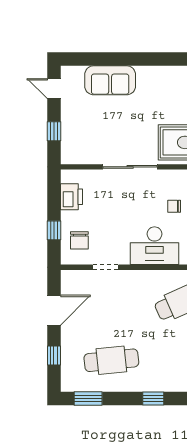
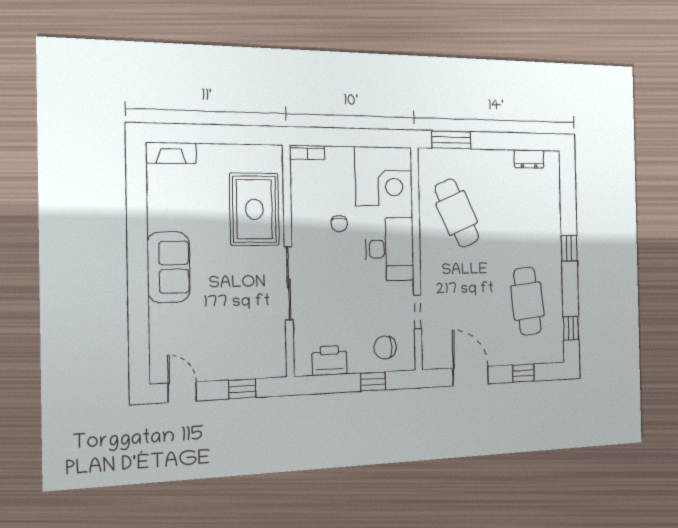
sofa: (110, 80) -> (169, 267), moved
door: (54, 89) -> (182, 392), swing flipped
chair: (79, 240) -> (385, 347), turned 180
window: (88, 399) -> (571, 328), width x0.67

